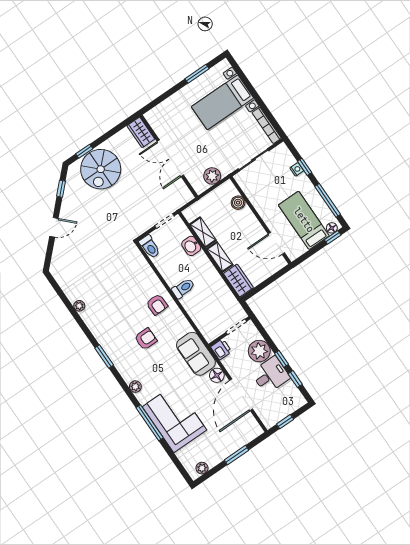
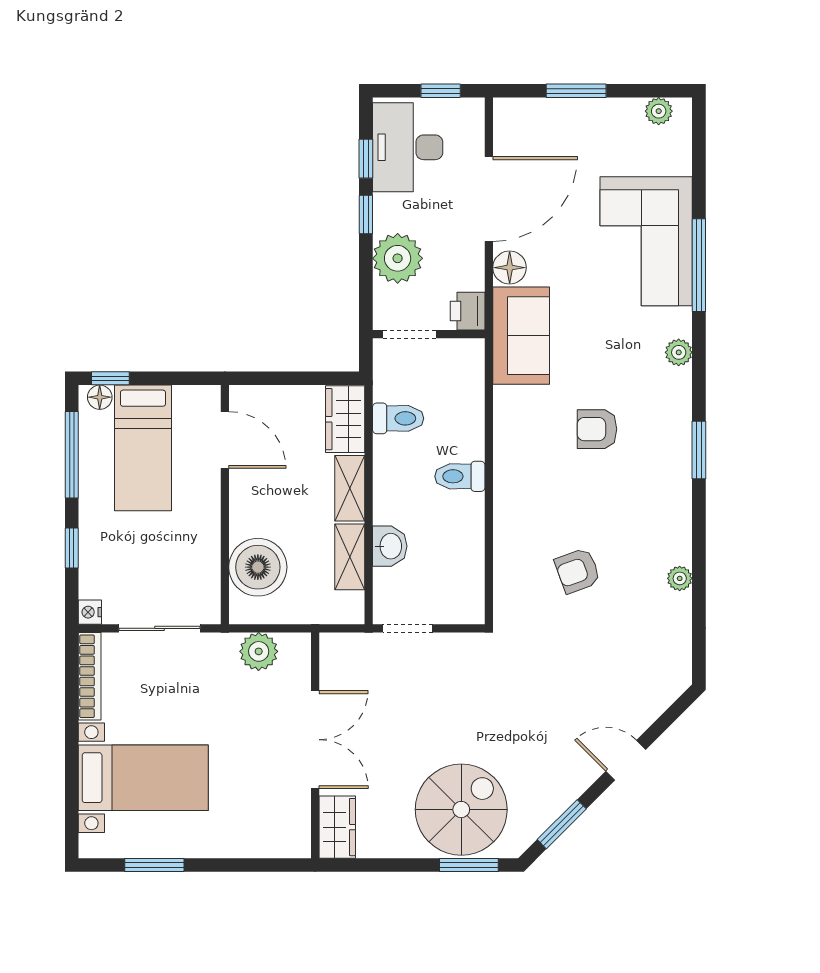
window: (84, 151) -> (469, 865), width x1.50
nightstand: (297, 169) -> (90, 612), moved
window: (61, 189) -> (562, 824), width x1.50
boiler: (238, 203) -> (258, 567), width x1.86, depth x1.86
toilet: (150, 247) -> (398, 418), moved, turned 90
armchair: (157, 305) -> (578, 571), moved, turned -109
desk: (270, 375) -> (408, 147), moved, width x1.37

